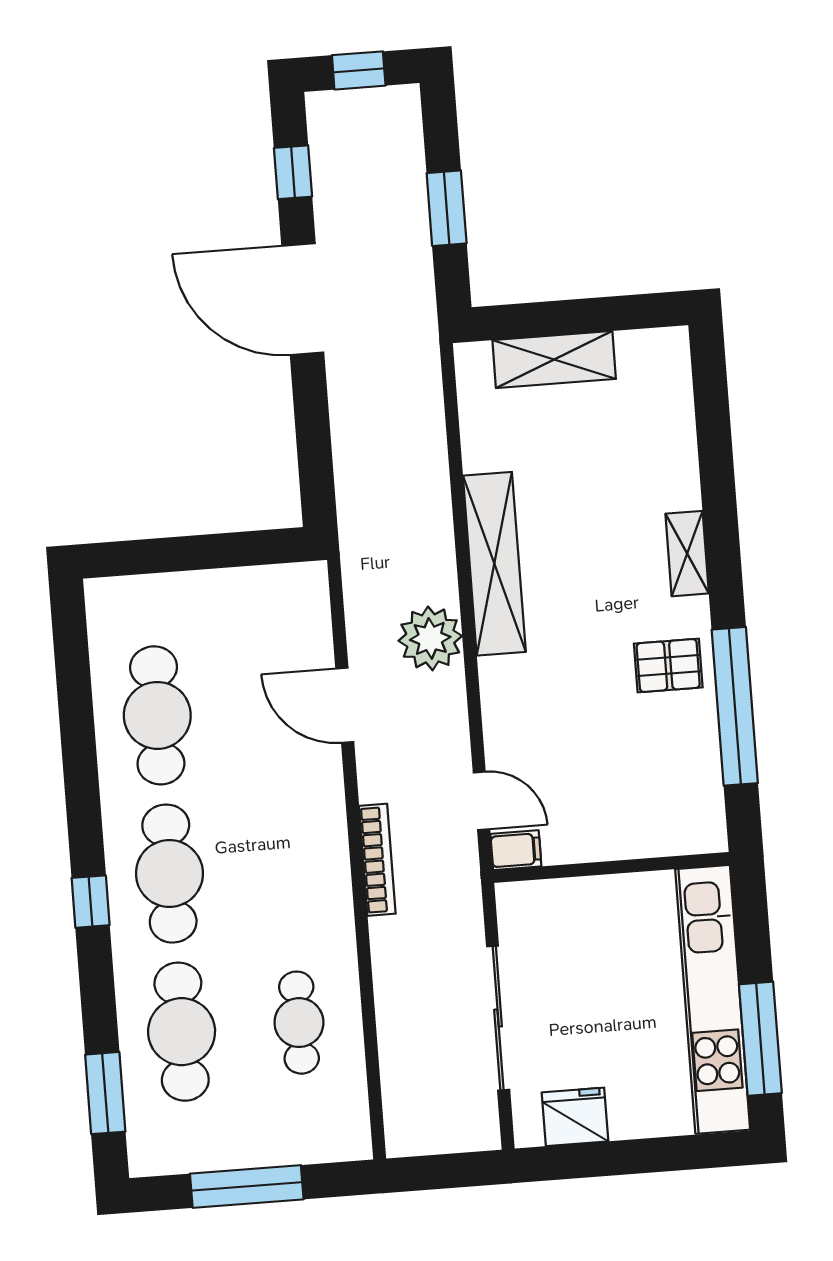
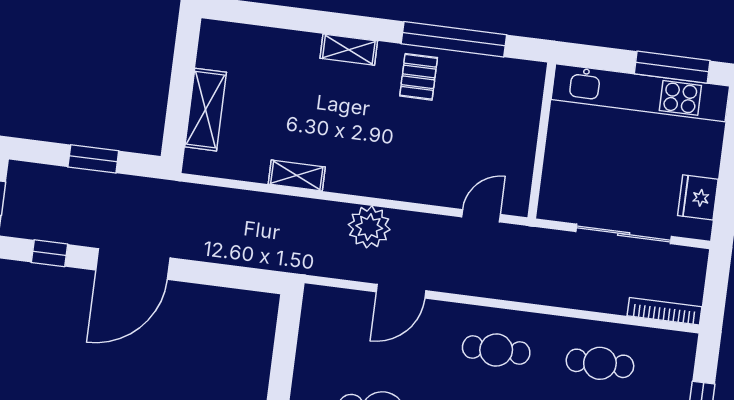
shelving: (494, 564) -> (297, 175), width x0.45, depth x0.75
filing cabinet: (516, 850) -> (518, 200), removed
bookcase: (377, 860) -> (665, 311), moved
cafe table: (287, 864) -> (496, 350), added

